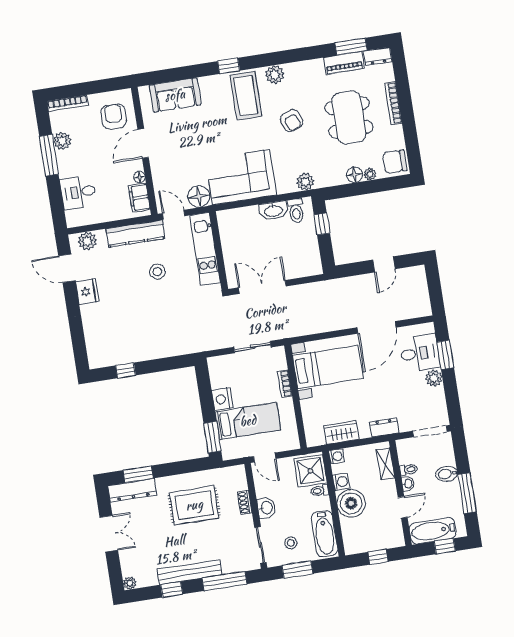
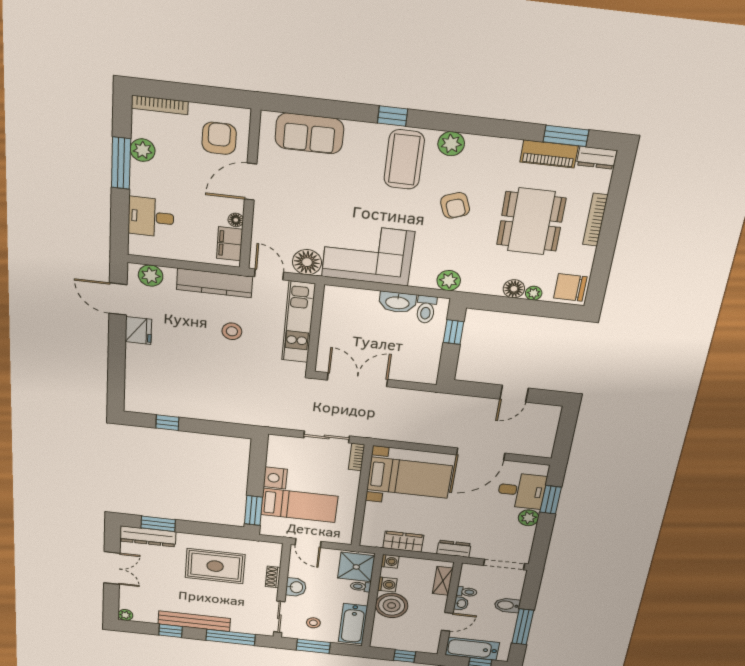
bookcase: (285, 384) -> (357, 457), moved

